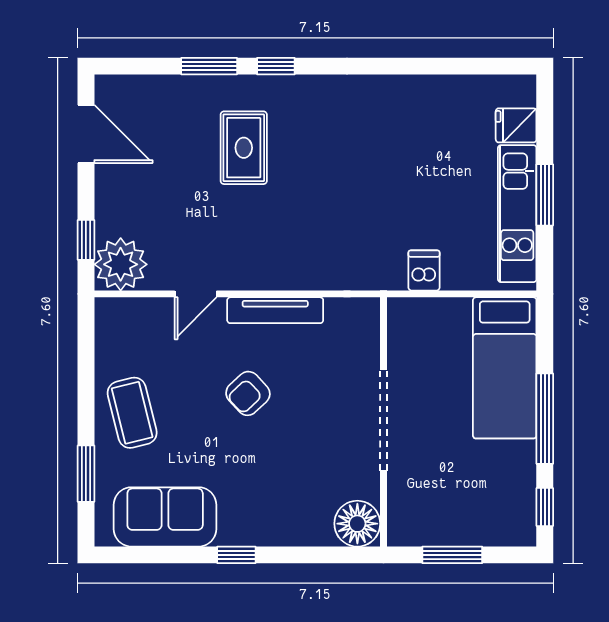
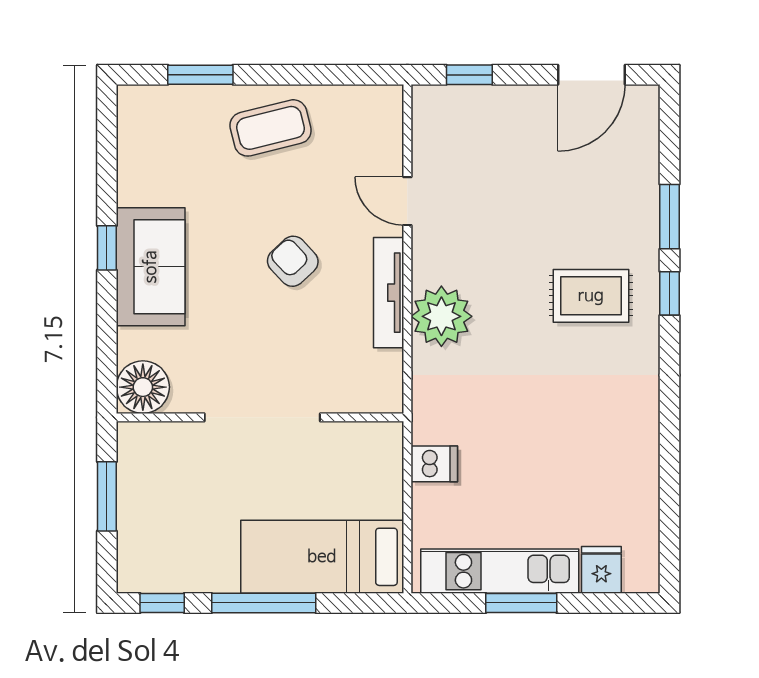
rug: (244, 148) -> (591, 296), moved
plant: (121, 264) -> (441, 316), moved
sofa: (165, 517) -> (151, 267), moved

